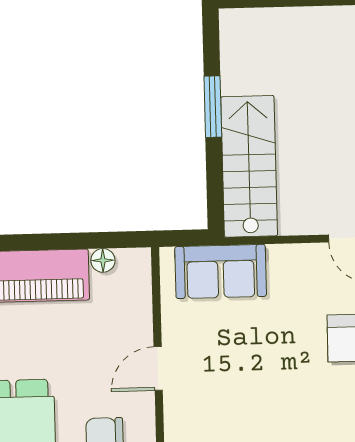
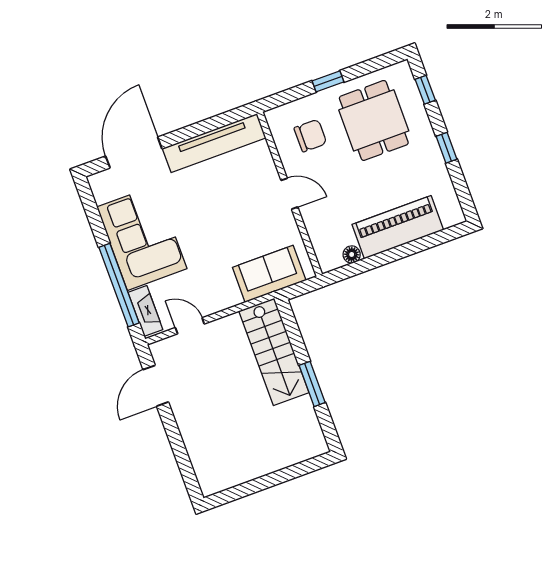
door: (158, 369) -> (289, 194), hinge flipped

